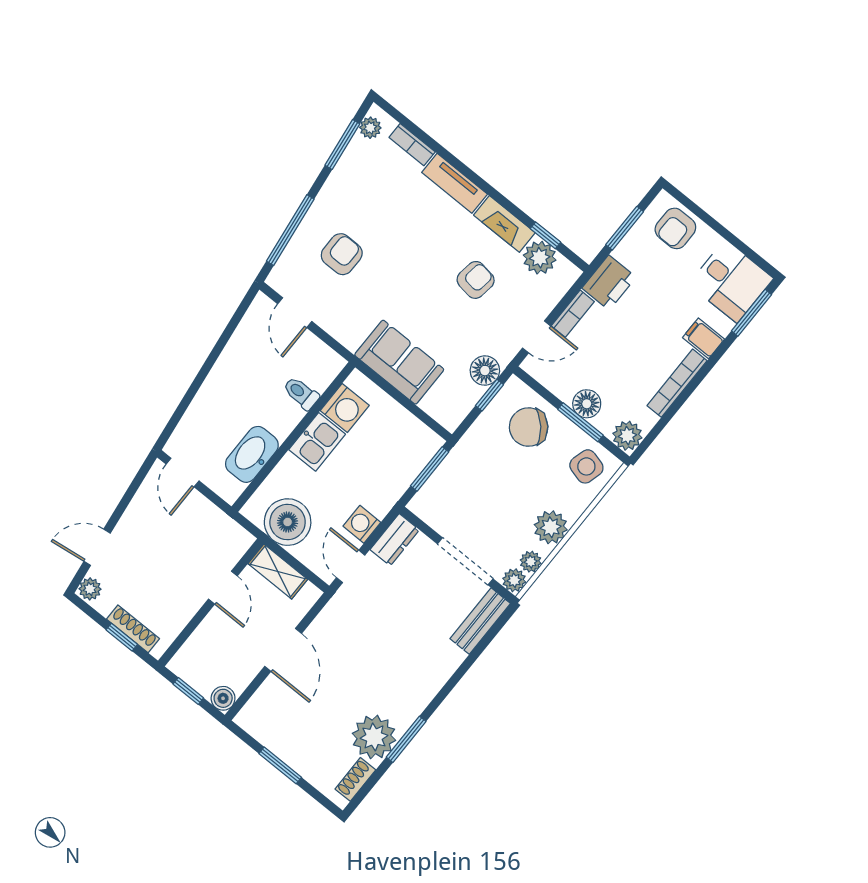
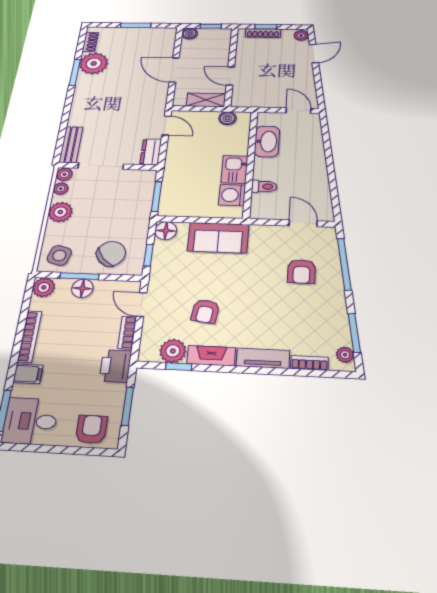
door: (536, 337) -> (142, 305), hinge flipped
floor lamp: (485, 371) -> (166, 231), moved
boiler: (288, 522) -> (227, 118), width x0.54, depth x0.54
washing machine: (362, 524) -> (176, 148), removed

